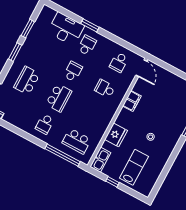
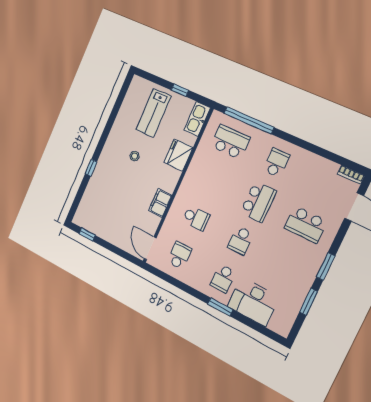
school desk: (27, 81) -> (306, 225), turned 90
school desk: (59, 98) -> (258, 202), turned 180

